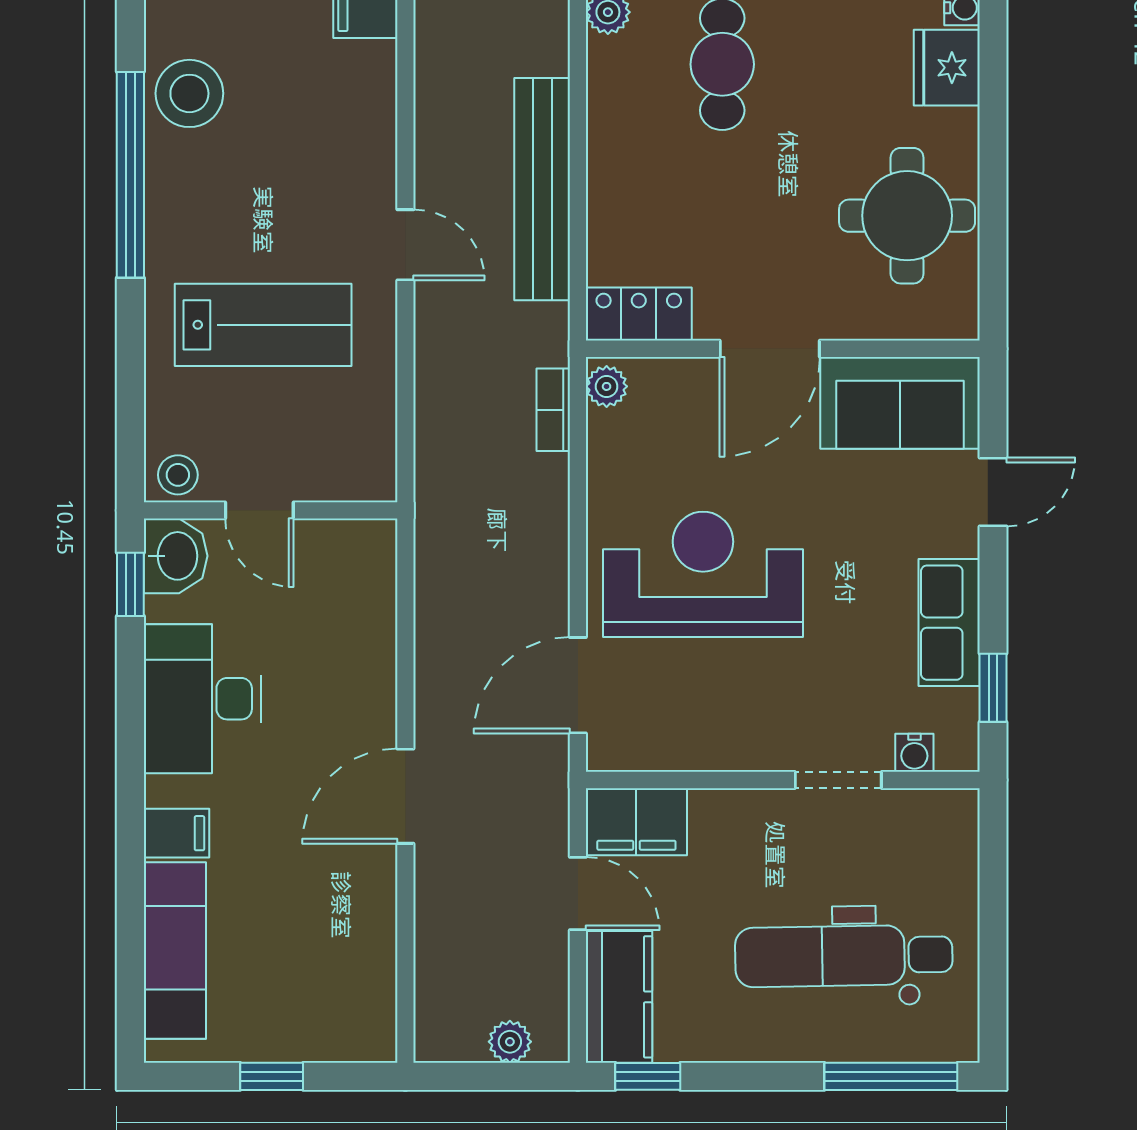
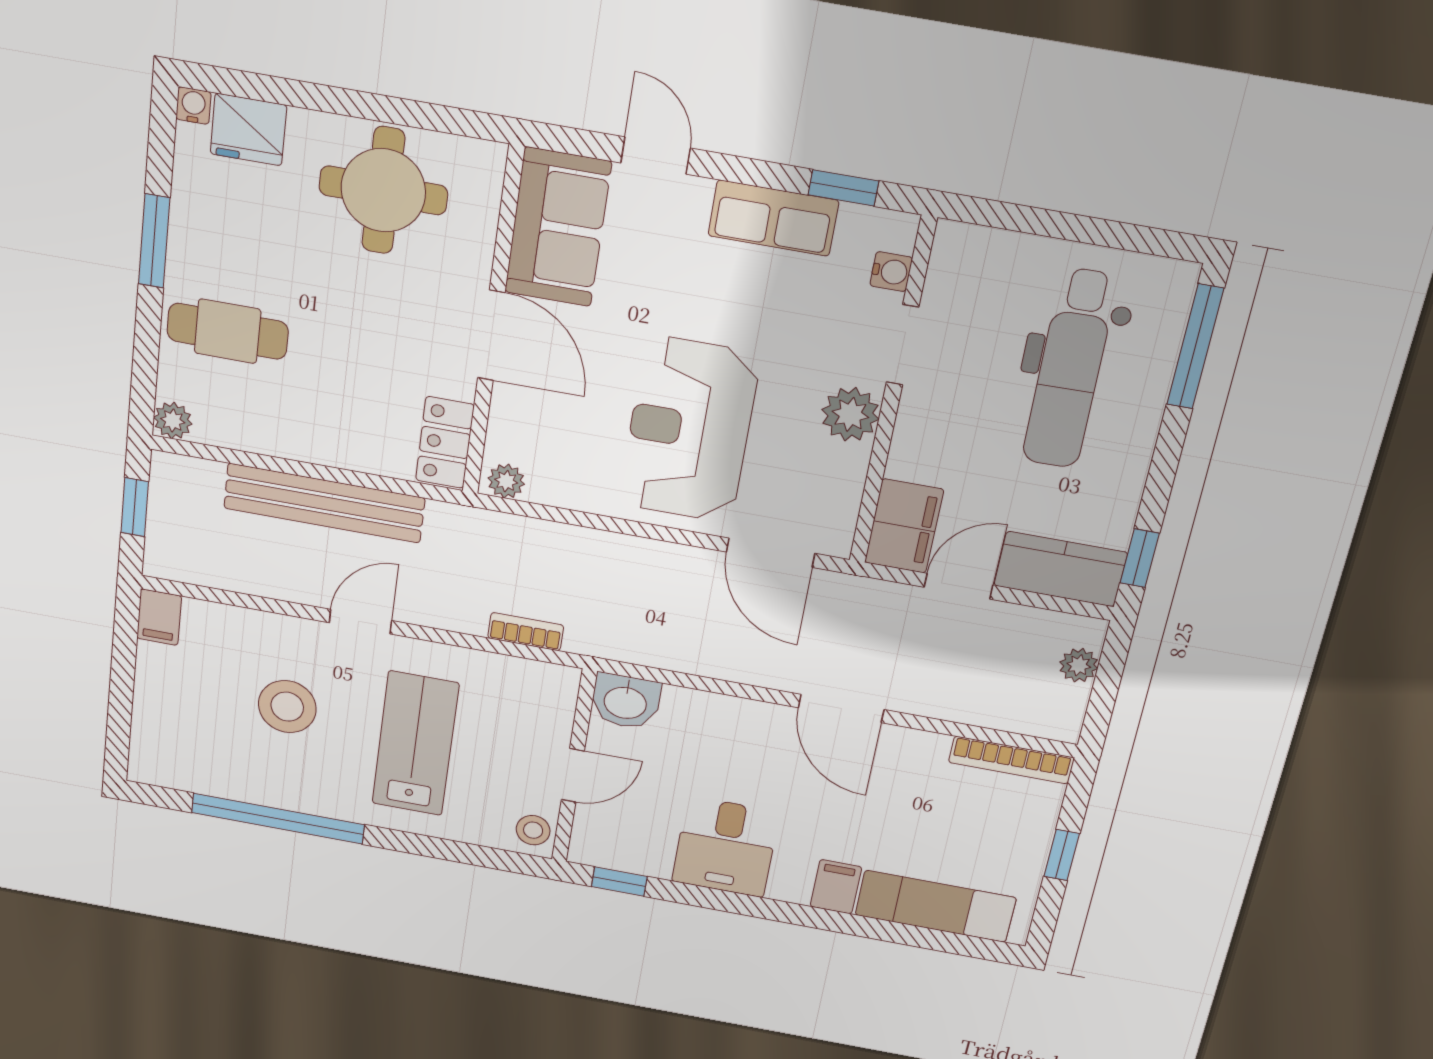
stool: (189, 93) -> (287, 707), moved
bookcase: (553, 410) -> (526, 632), moved, turned 180
washbasin: (176, 556) -> (625, 701), moved, turned 180
desk: (203, 699) -> (726, 847), width x0.73
plant: (752, 741) -> (850, 414), added
bookcase: (380, 995) -> (1011, 760), added

